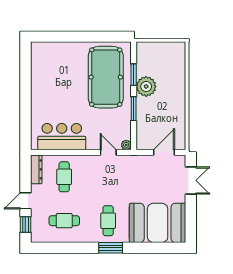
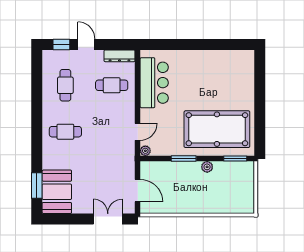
window: (134, 75) -> (235, 159), moved
plant: (146, 86) -> (207, 167), width x0.53, depth x0.53
double door: (191, 180) -> (108, 219), swing flipped
booth: (158, 223) -> (57, 192), width x0.73, depth x0.70
window: (111, 248) -> (37, 185), moved

